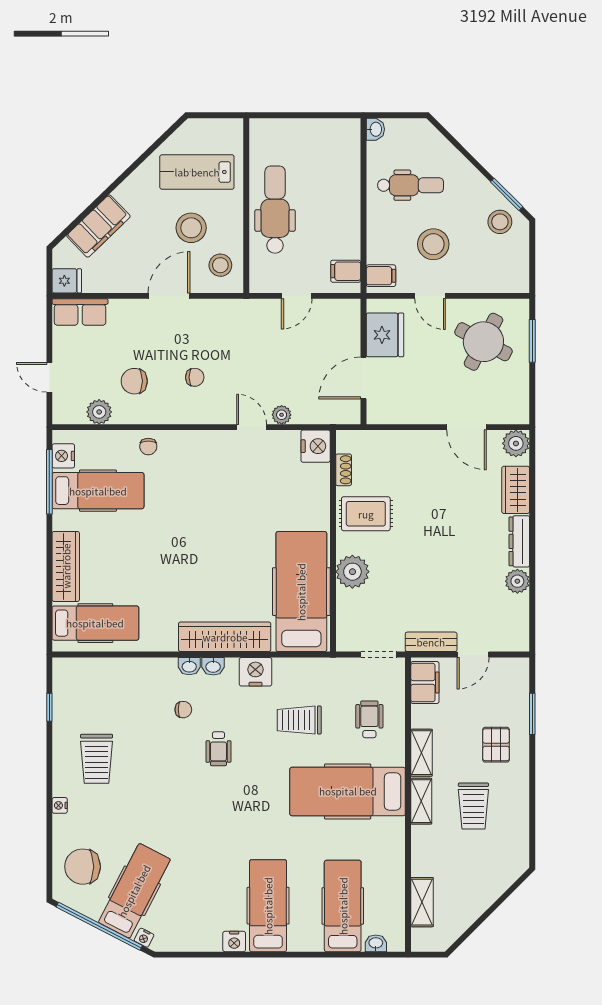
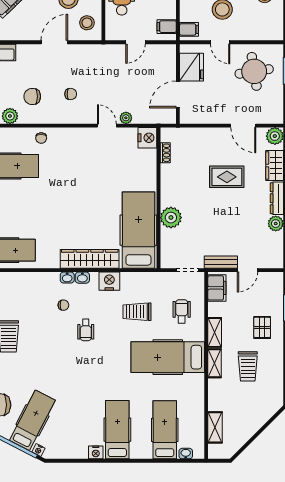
round table: (483, 342) -> (254, 71), turned -37
rug: (366, 514) -> (227, 177), moved

